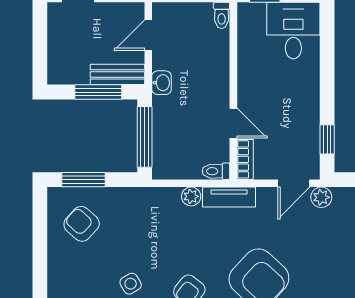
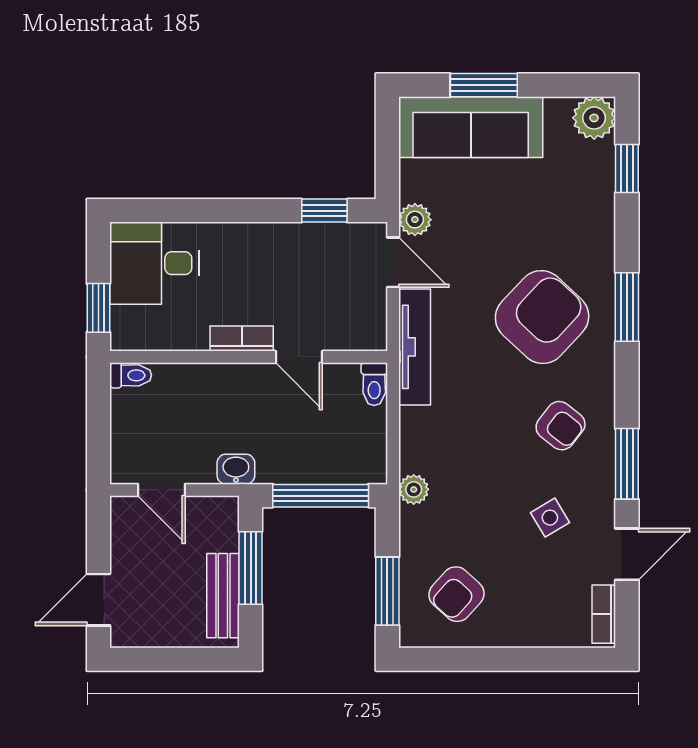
bench: (118, 74) -> (223, 596), moved
door: (233, 123) -> (299, 357), swing flipped
bookcase: (245, 159) -> (242, 339), moved
plant: (191, 196) -> (414, 489), moved
tv unit: (229, 197) -> (415, 347), width x1.41

